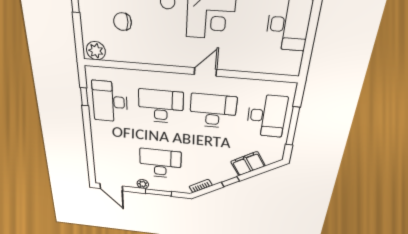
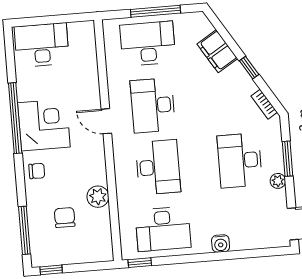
chair: (123, 22) -> (65, 218), turned 180
plant: (96, 51) -> (98, 197), moved
window: (84, 97) -> (140, 263), moved
desk: (161, 106) -> (158, 167), turned 180
water cooler: (98, 140) -> (221, 244), added

